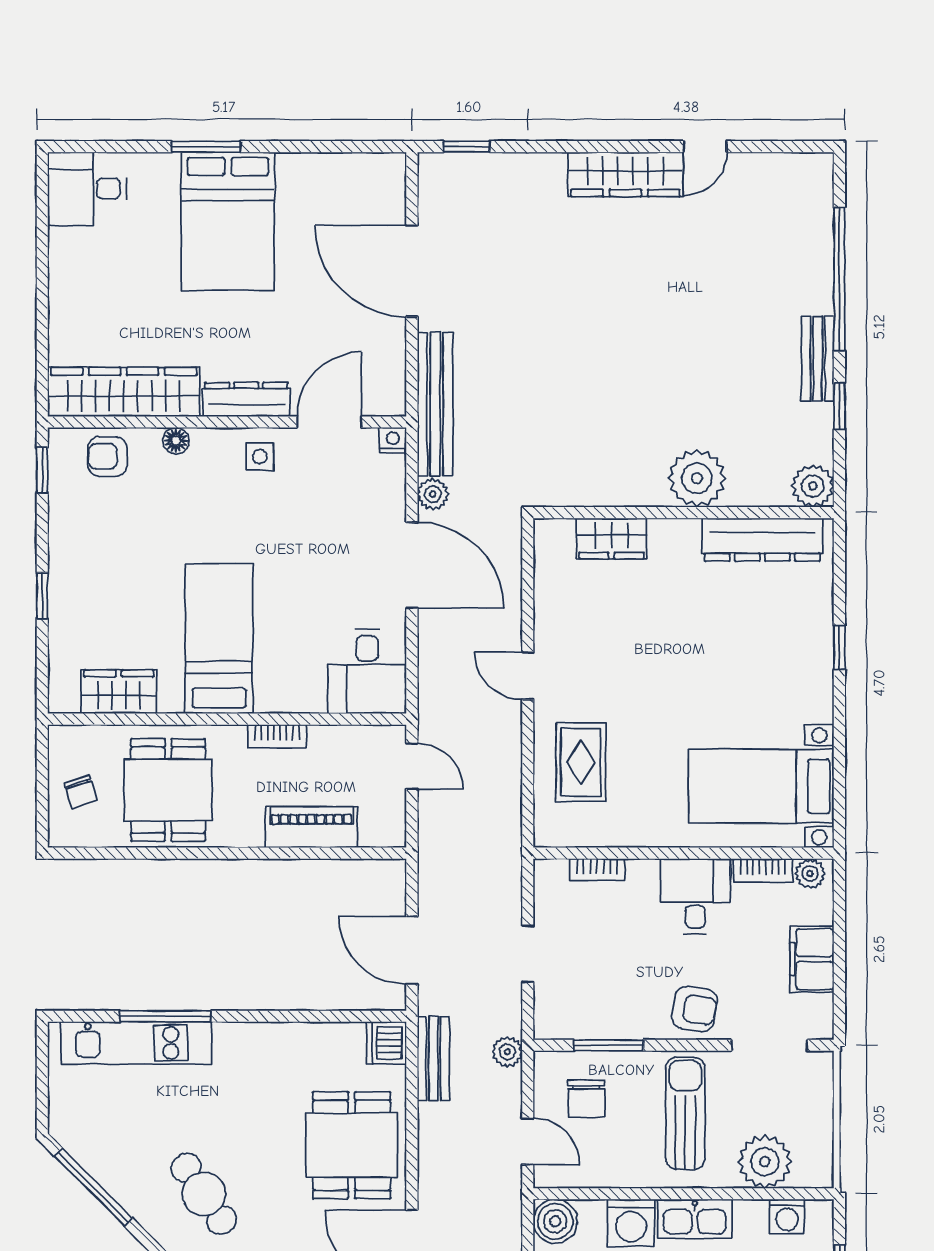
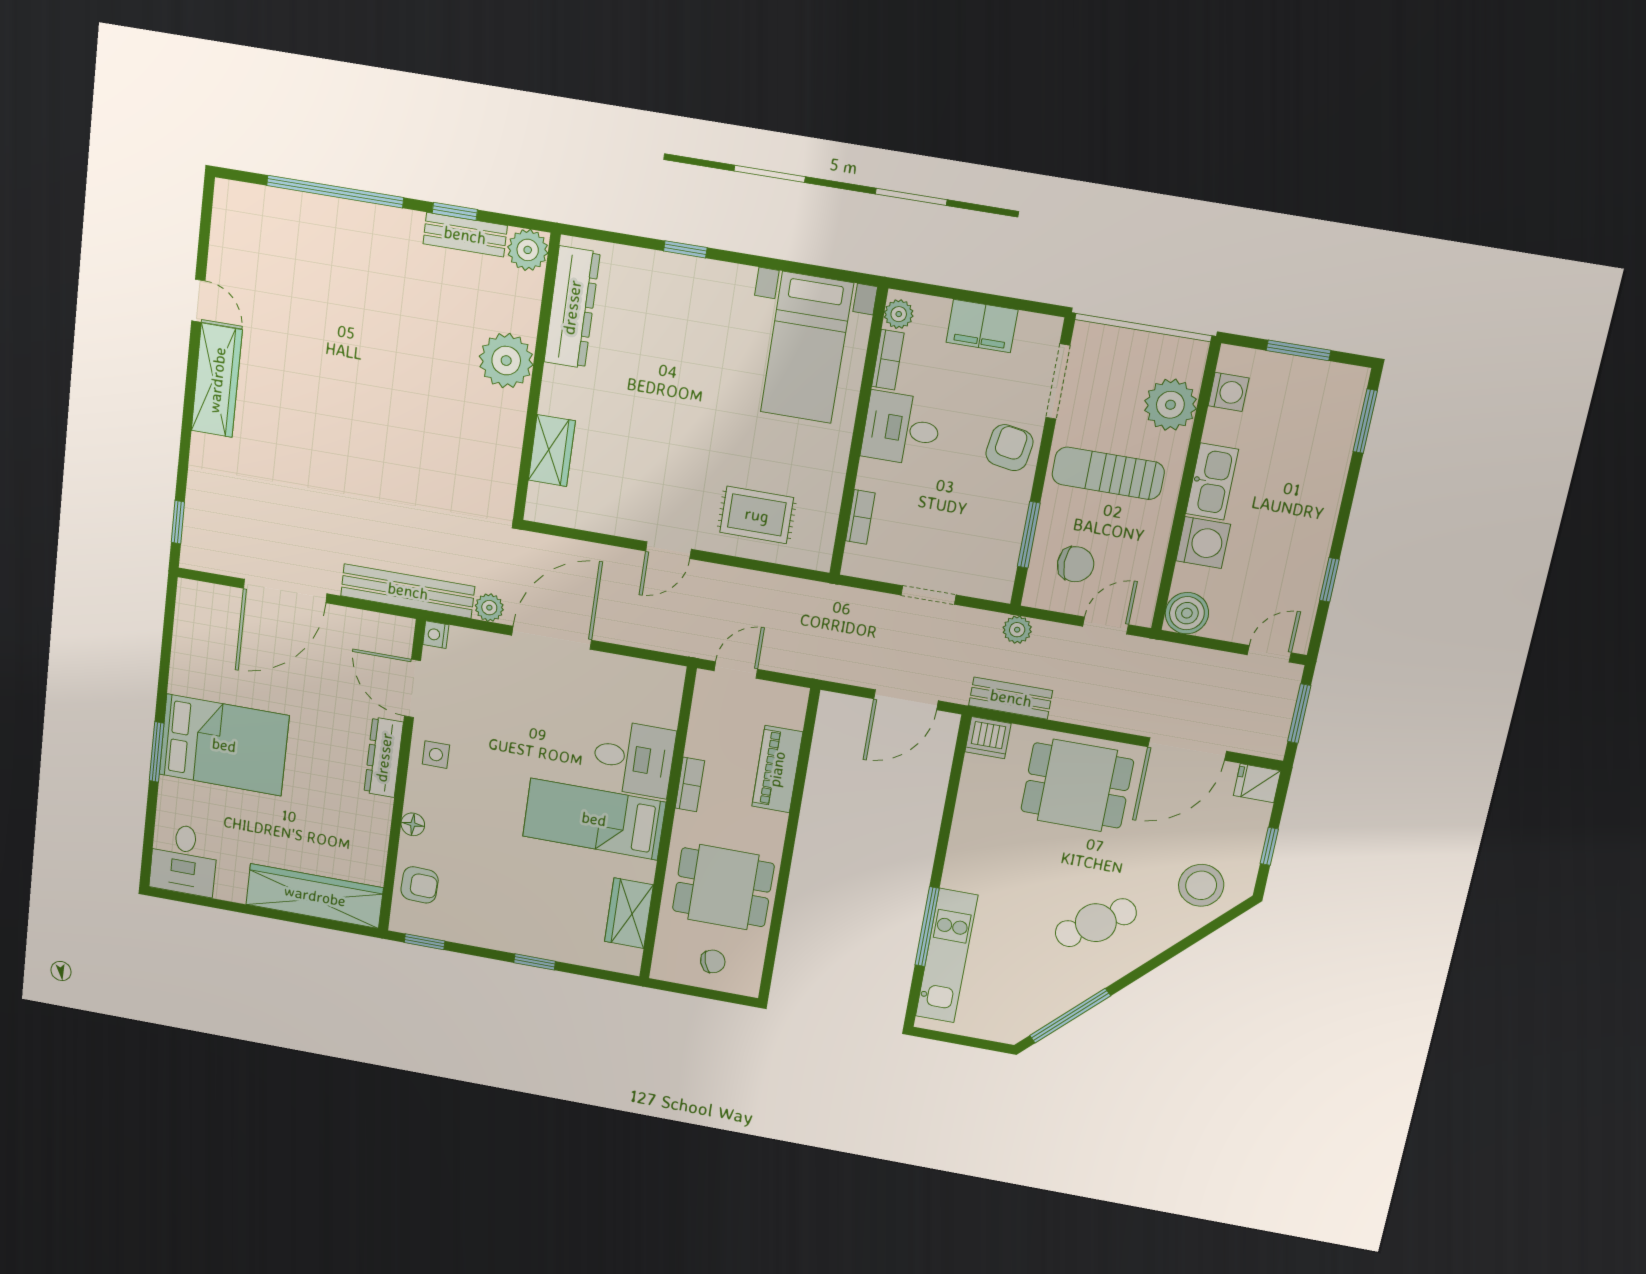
bench: (818, 359) -> (465, 235), moved
wardrobe: (124, 392) -> (315, 896), moved, turned 90
armchair: (108, 457) -> (420, 885), turned -88
desk: (367, 671) -> (633, 758), moved

